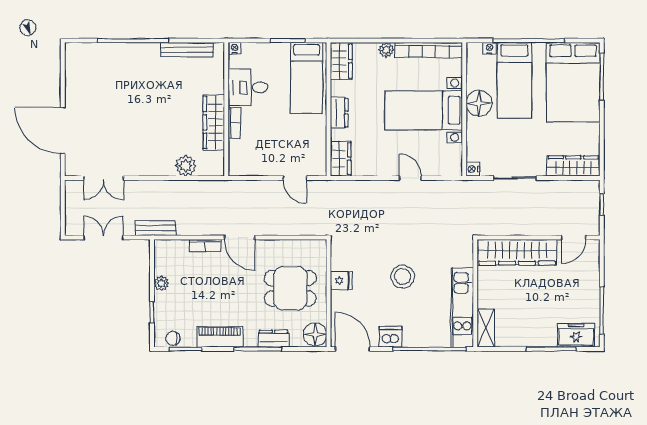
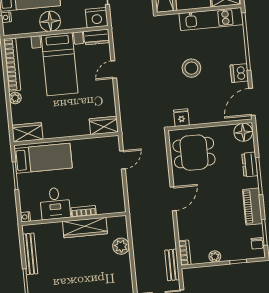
dresser: (339, 113) -> (96, 37), moved, turned 180
nightstand: (473, 169) -> (97, 18), width x1.89, depth x1.79
bookcase: (205, 246) -> (185, 253), moved
fridge: (341, 281) -> (181, 118), moved
dining table: (290, 288) -> (194, 153), moved, turned 90

